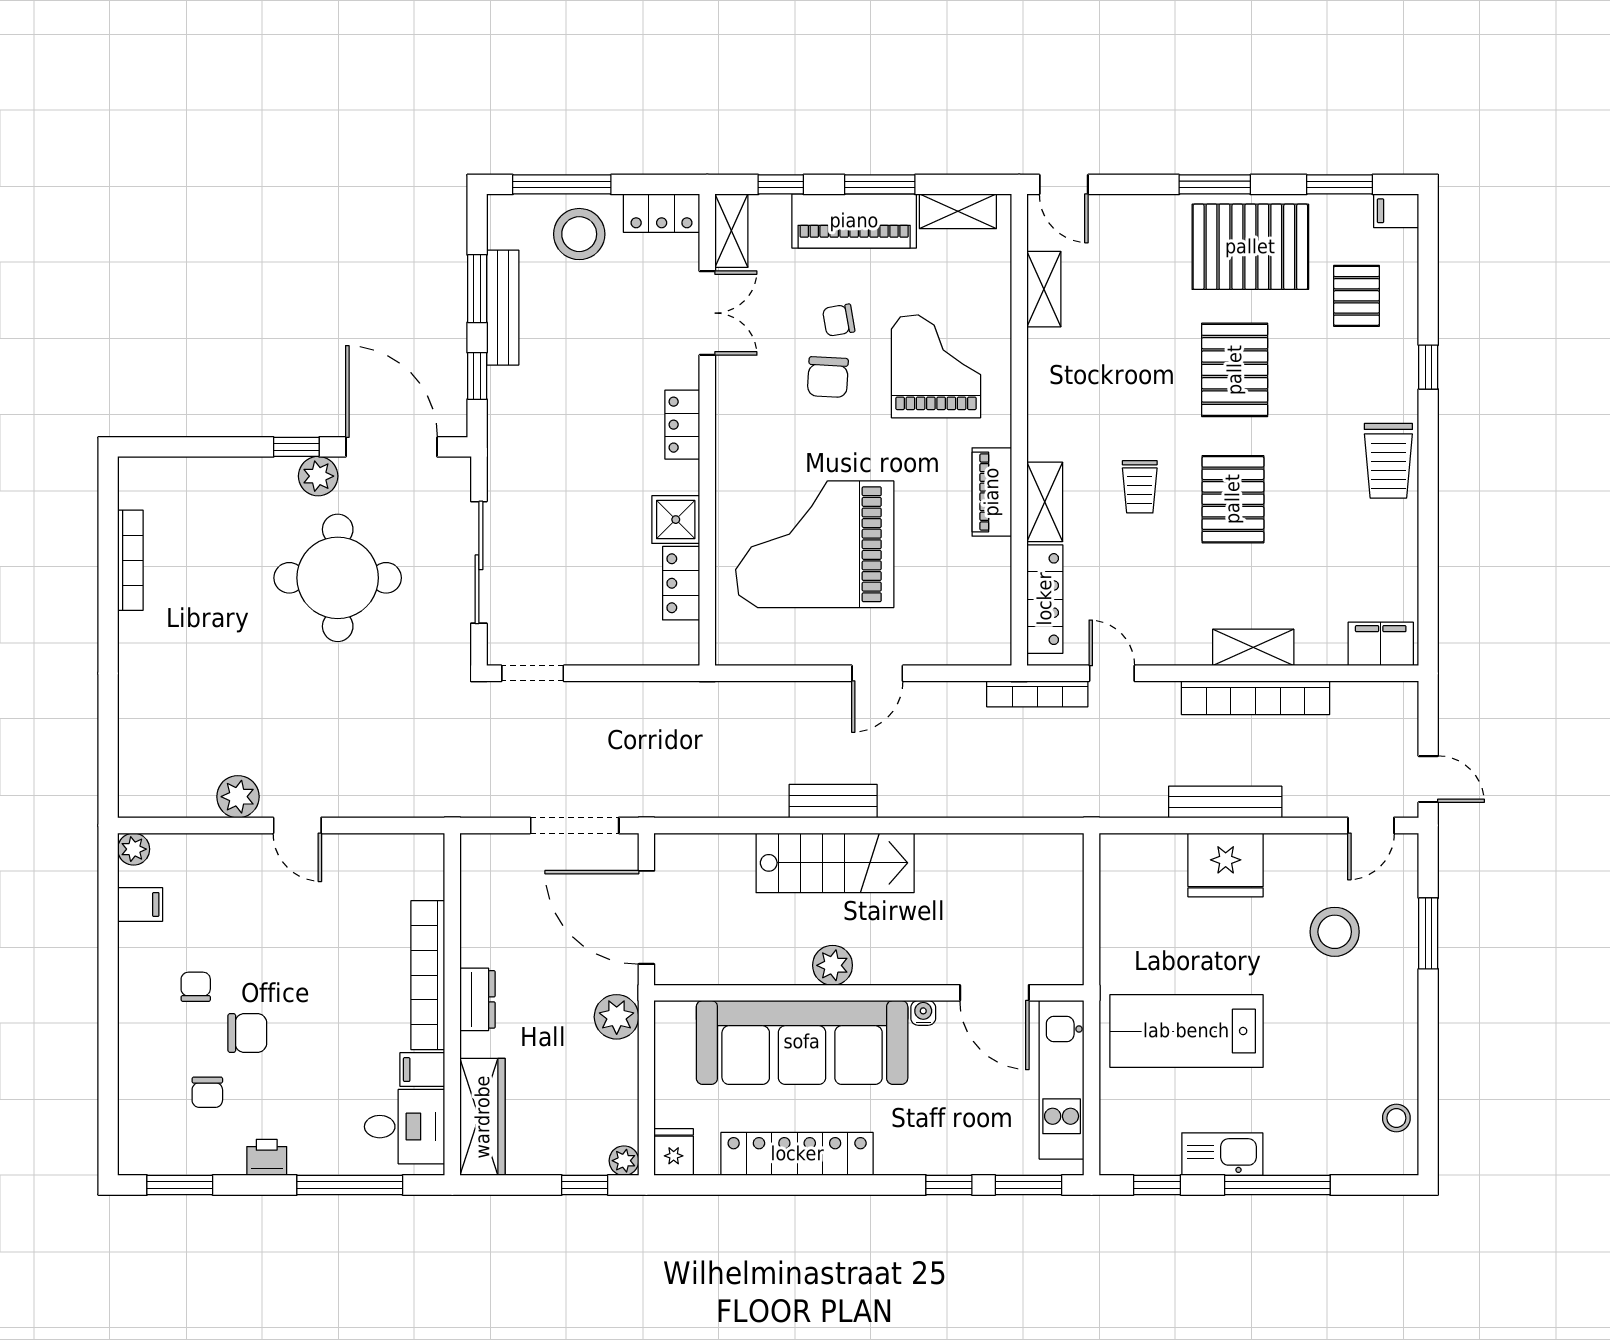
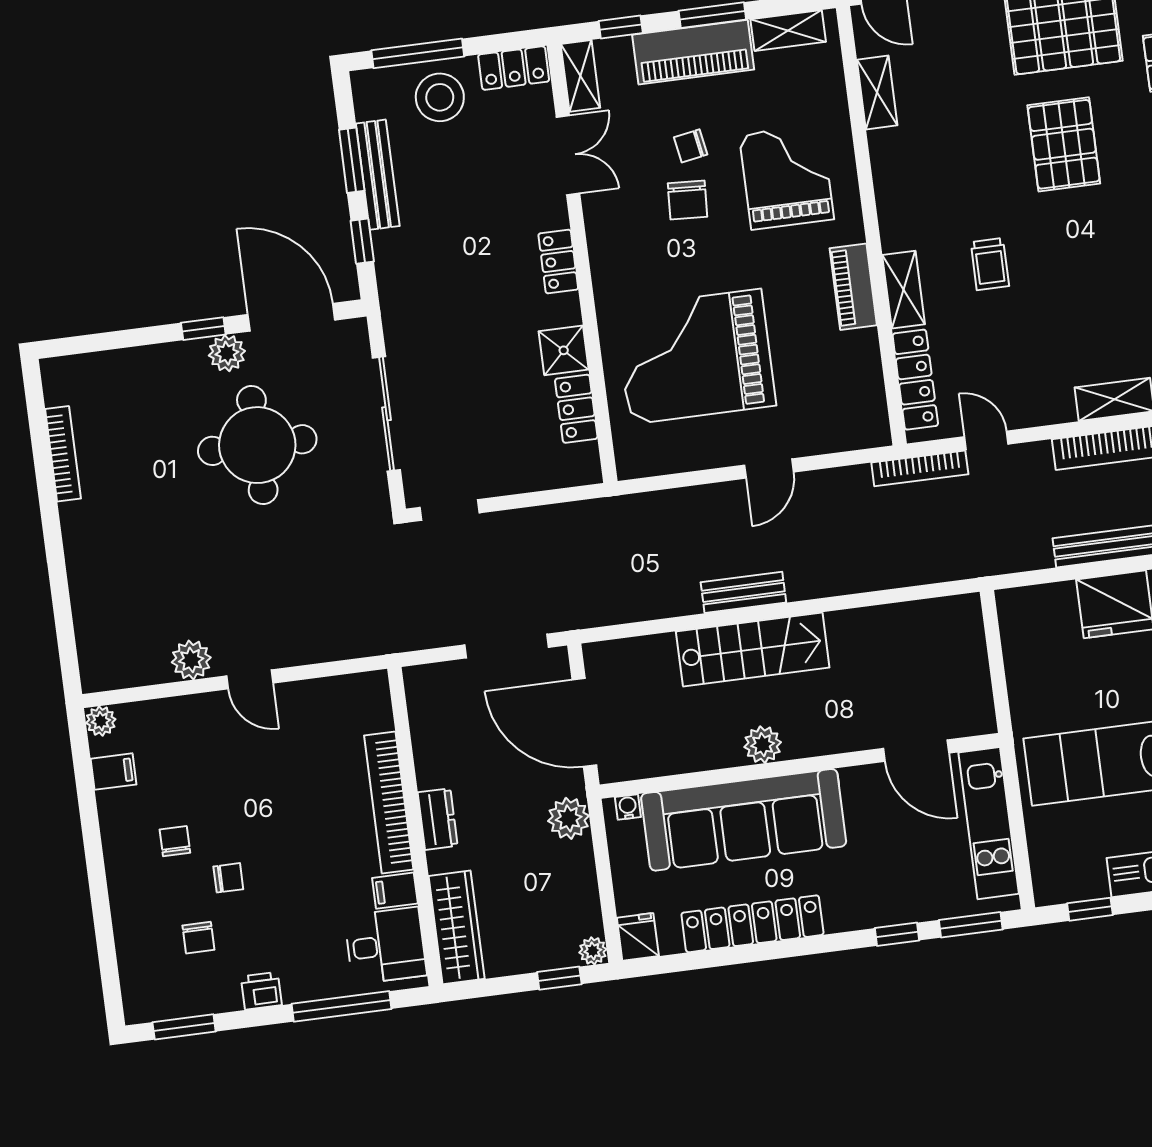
pallet: (1233, 499) -> (1078, 264), removed
water cooler: (923, 1013) -> (628, 807), moved
chair: (247, 1033) -> (228, 878), width x0.73, depth x0.73

